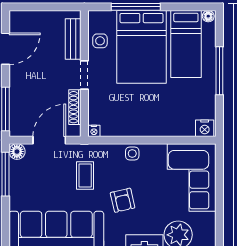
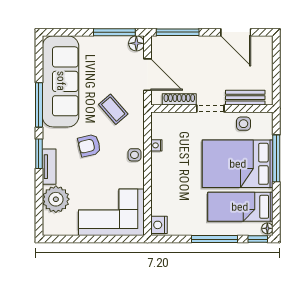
window: (219, 26) -> (258, 239), added
nightstand: (94, 131) -> (156, 145), moved
coffee table: (85, 175) -> (113, 109), turned 49

